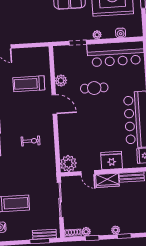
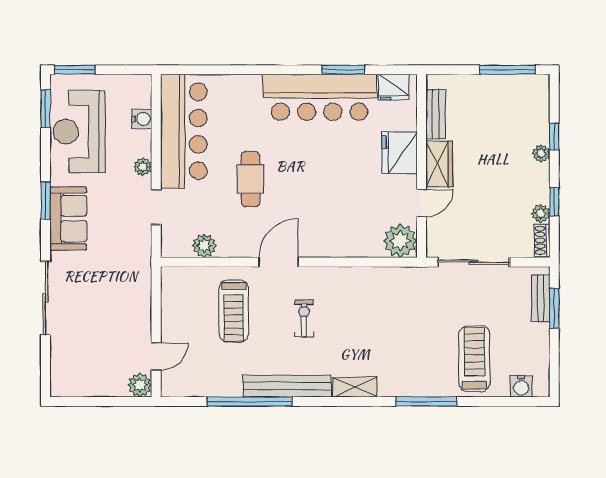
plant: (61, 81) -> (204, 246), moved
exercise bike: (31, 141) -> (304, 318), moved

